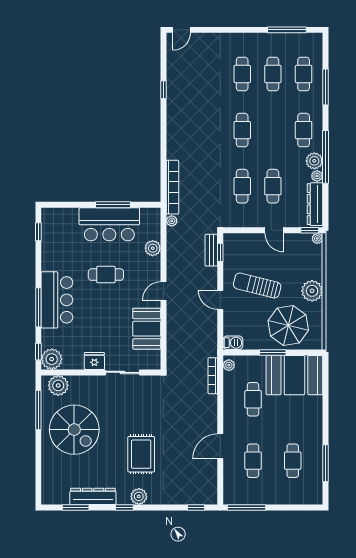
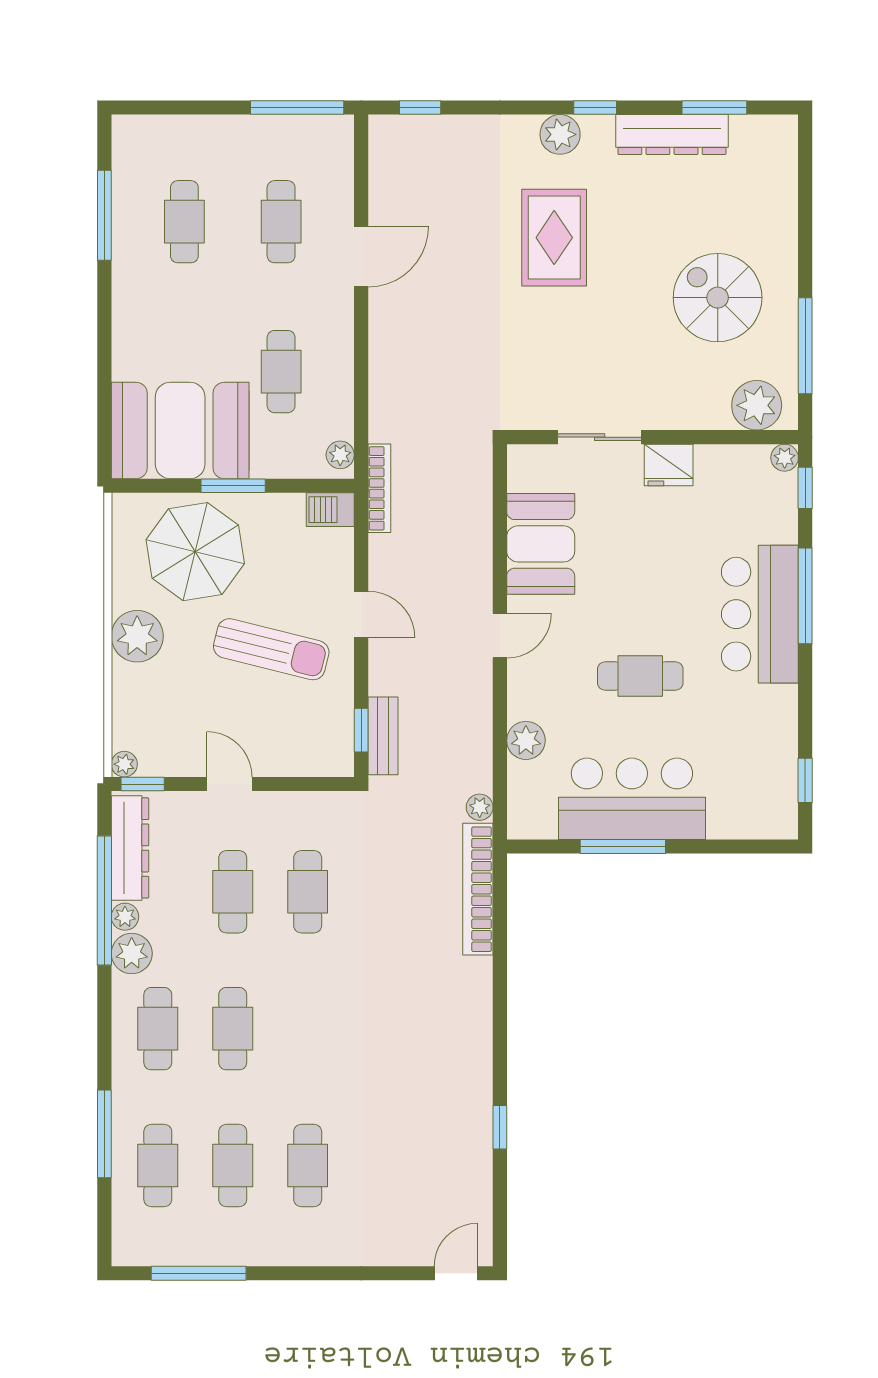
cafe table: (242, 130) -> (233, 1029), moved
window: (325, 157) -> (104, 901), moved
plant: (52, 359) -> (785, 458), width x0.53, depth x0.53
bookcase: (213, 376) -> (379, 488), moved
spiral stairs: (74, 430) -> (718, 298), width x0.73, depth x0.73

